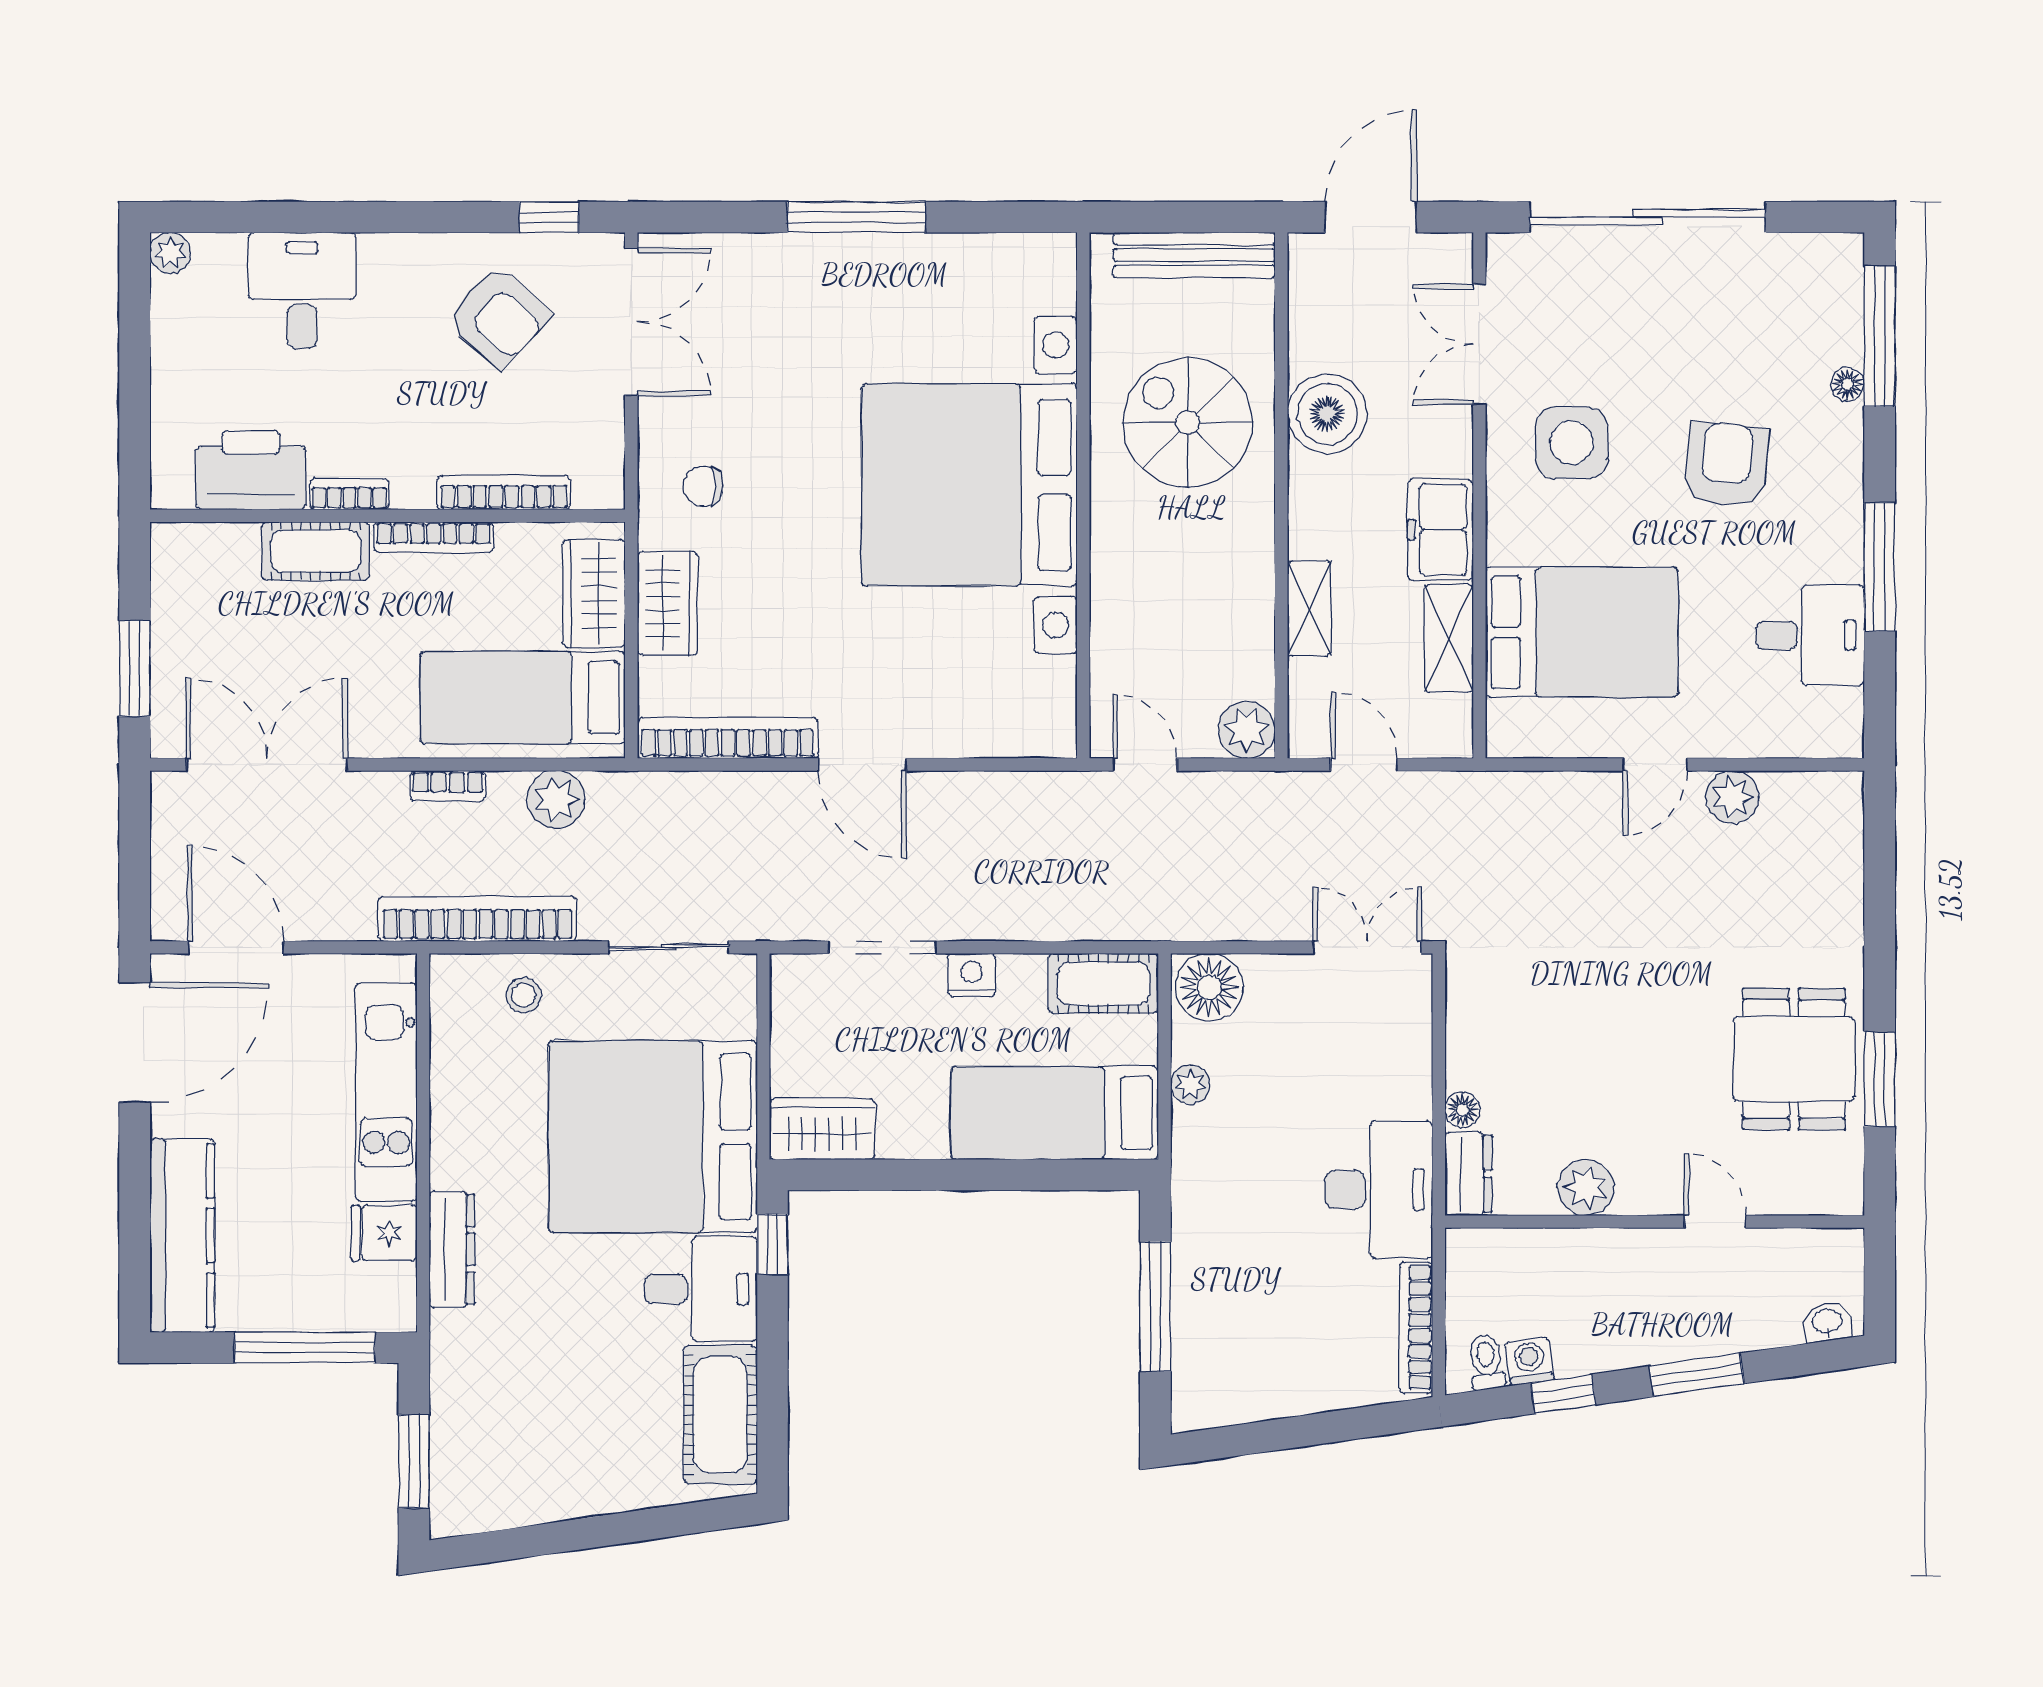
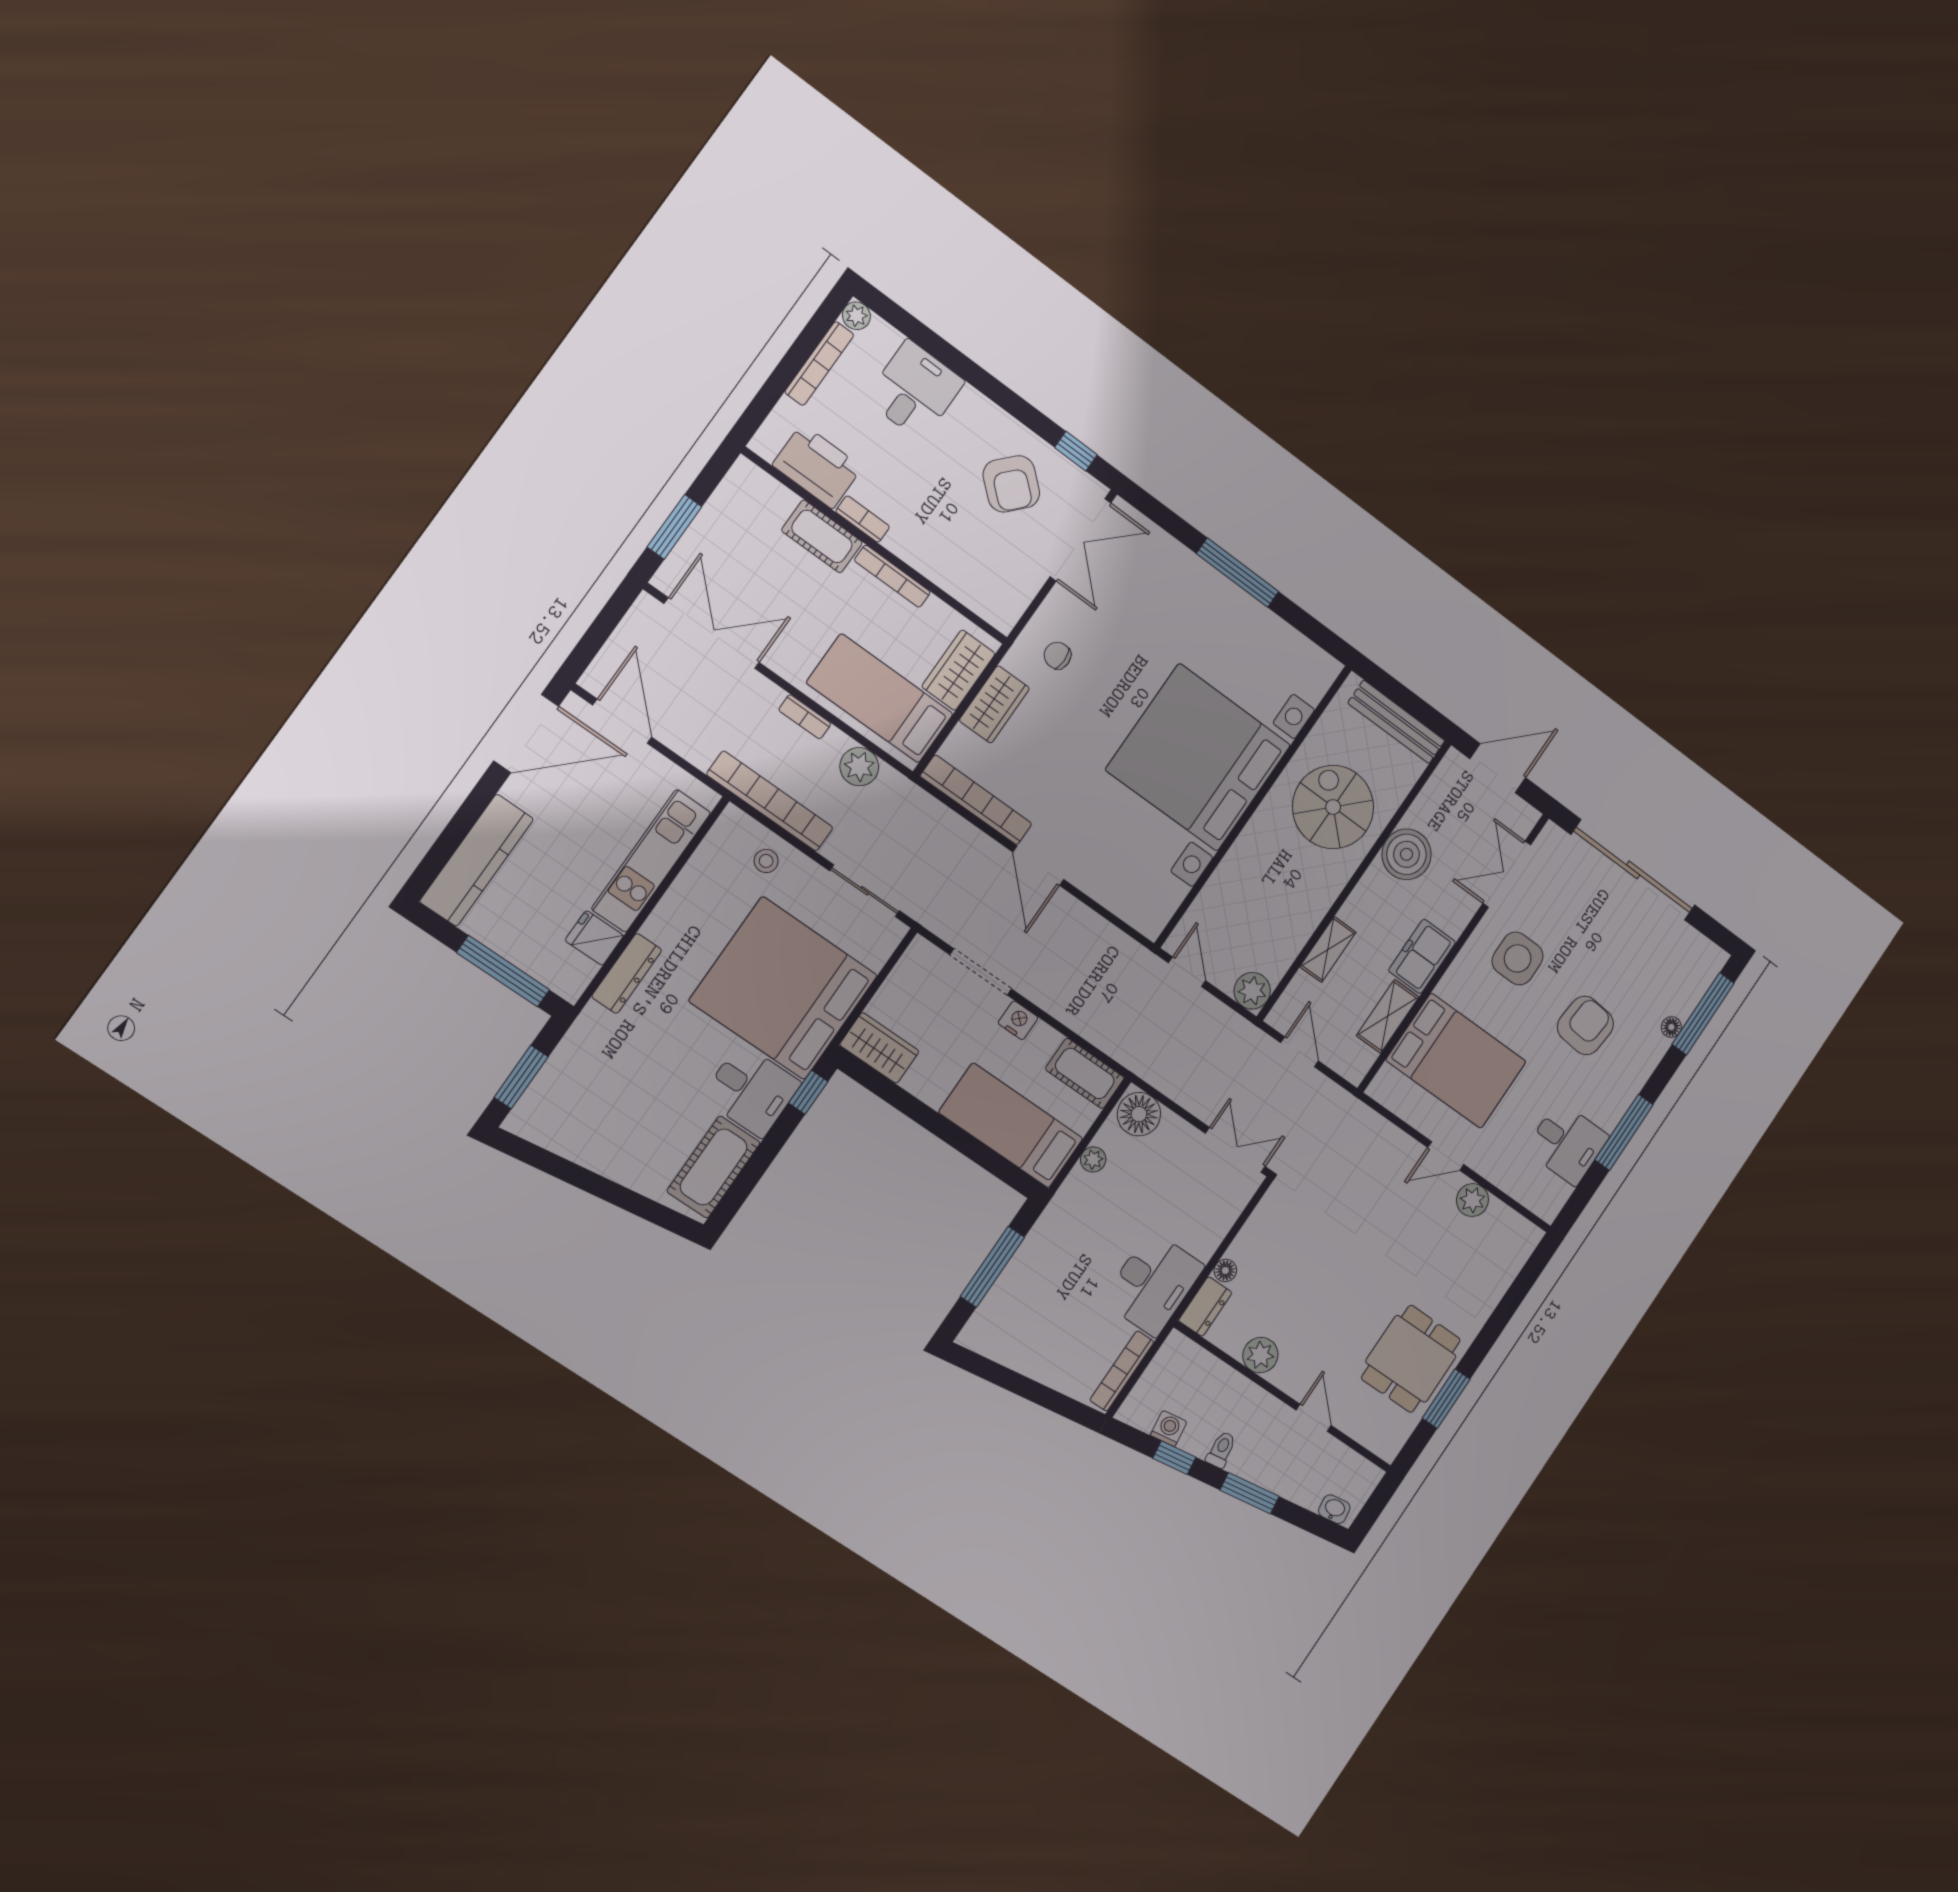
bookcase: (504, 493) -> (819, 363), moved, turned 90
toilet: (1486, 1362) -> (1221, 1450), moved

